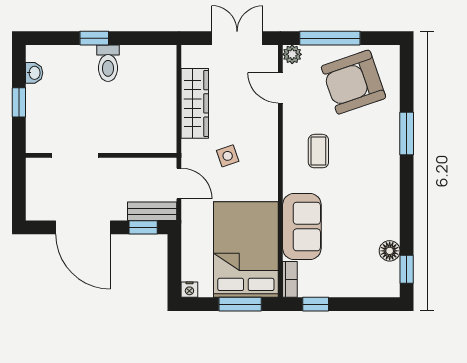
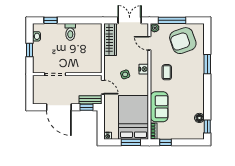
window: (94, 38) -> (51, 20), moved
wardrobe: (195, 103) -> (110, 40), moved
nightstand: (268, 144) -> (144, 69), added

